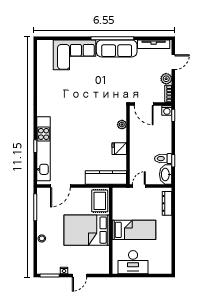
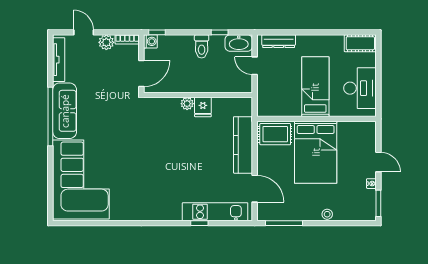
corner sofa: (75, 55) -> (81, 179), width x1.36, depth x1.36
plant: (122, 125) -> (187, 104), moved
kitchen unit: (44, 149) -> (215, 212), width x0.73
toilet: (163, 159) -> (202, 46), moved
kitchen counter: (106, 178) -> (243, 145), moved
door: (139, 186) -> (255, 66), moved
cot: (165, 262) -> (360, 43), added

